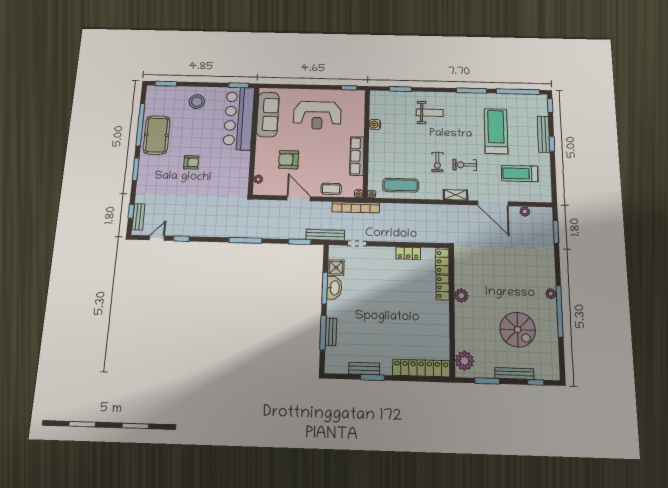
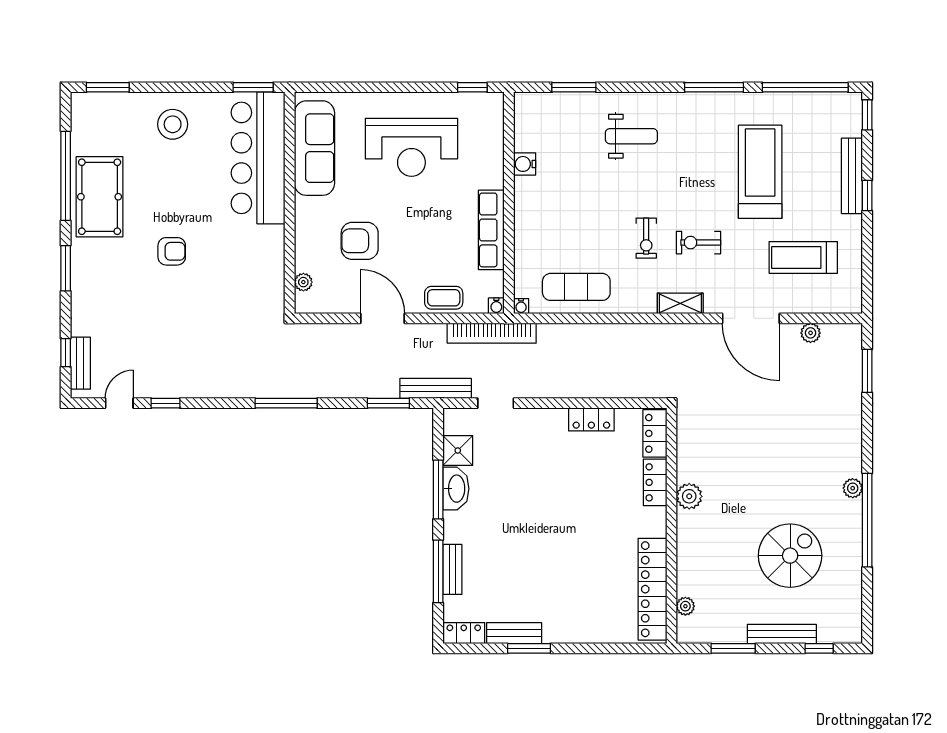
spiral stairs: (518, 330) -> (790, 556), turned -90
plant: (464, 361) -> (685, 606), width x0.53, depth x0.53
locker: (336, 368) -> (464, 633), added
locker: (421, 368) -> (652, 589), moved, turned -90

